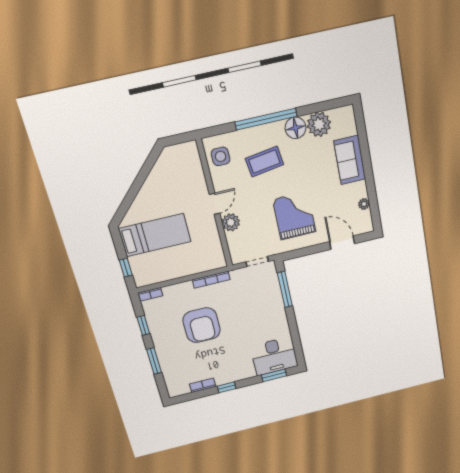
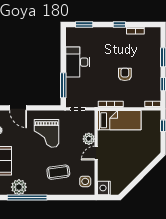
window: (266, 119) -> (27, 197), moved
floor lamp: (296, 128) -> (34, 188), removed
nightstand: (189, 153) -> (104, 188), added
bed: (155, 235) -> (119, 120), moved, turned 180
armchair: (202, 325) -> (125, 74), width x0.53, depth x0.53
desk: (274, 356) -> (78, 62), moved, turned -90

